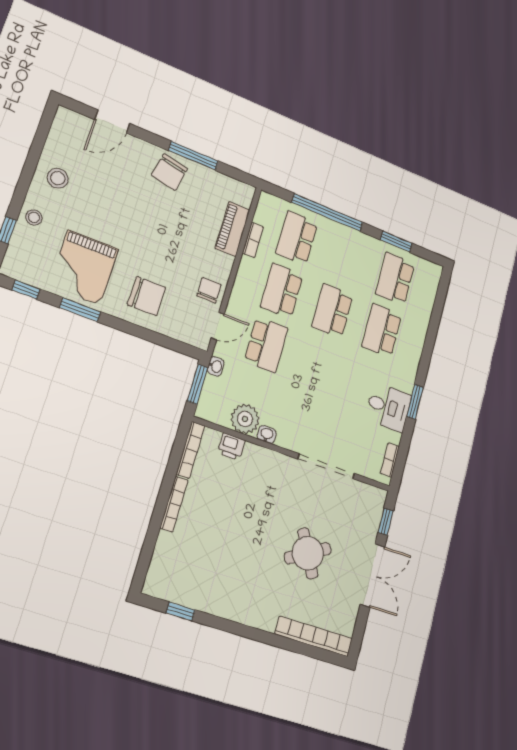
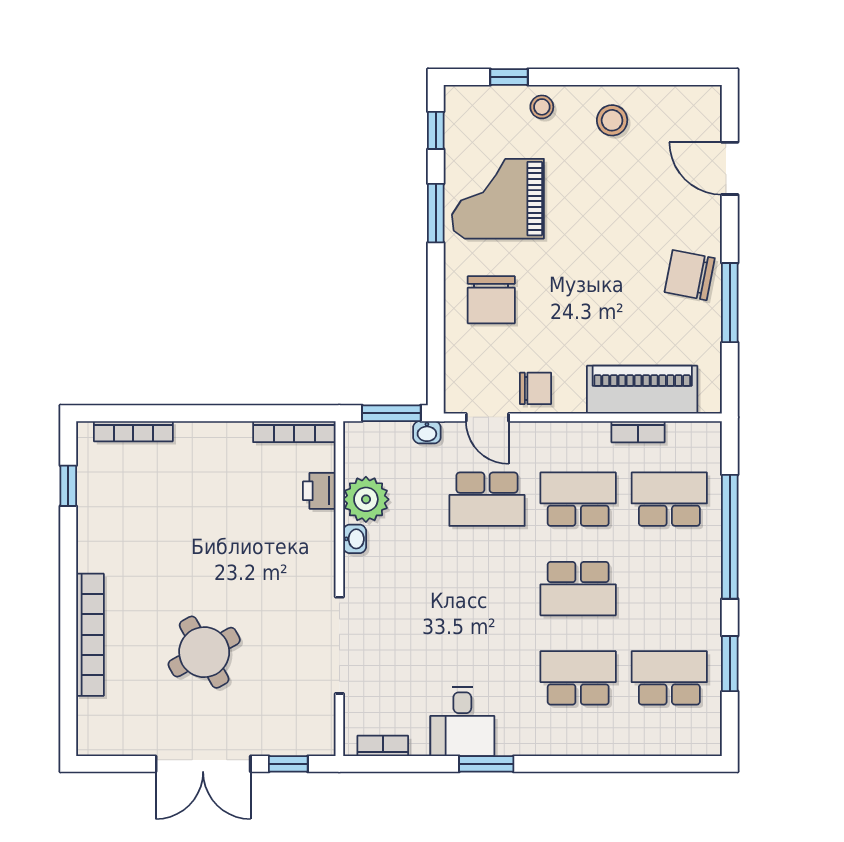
piano: (232, 229) -> (642, 390), width x1.37, depth x1.33
school desk: (332, 311) -> (578, 589), turned 180
bookcase: (174, 504) -> (133, 431), moved
bookcase: (314, 636) -> (90, 635), moved

